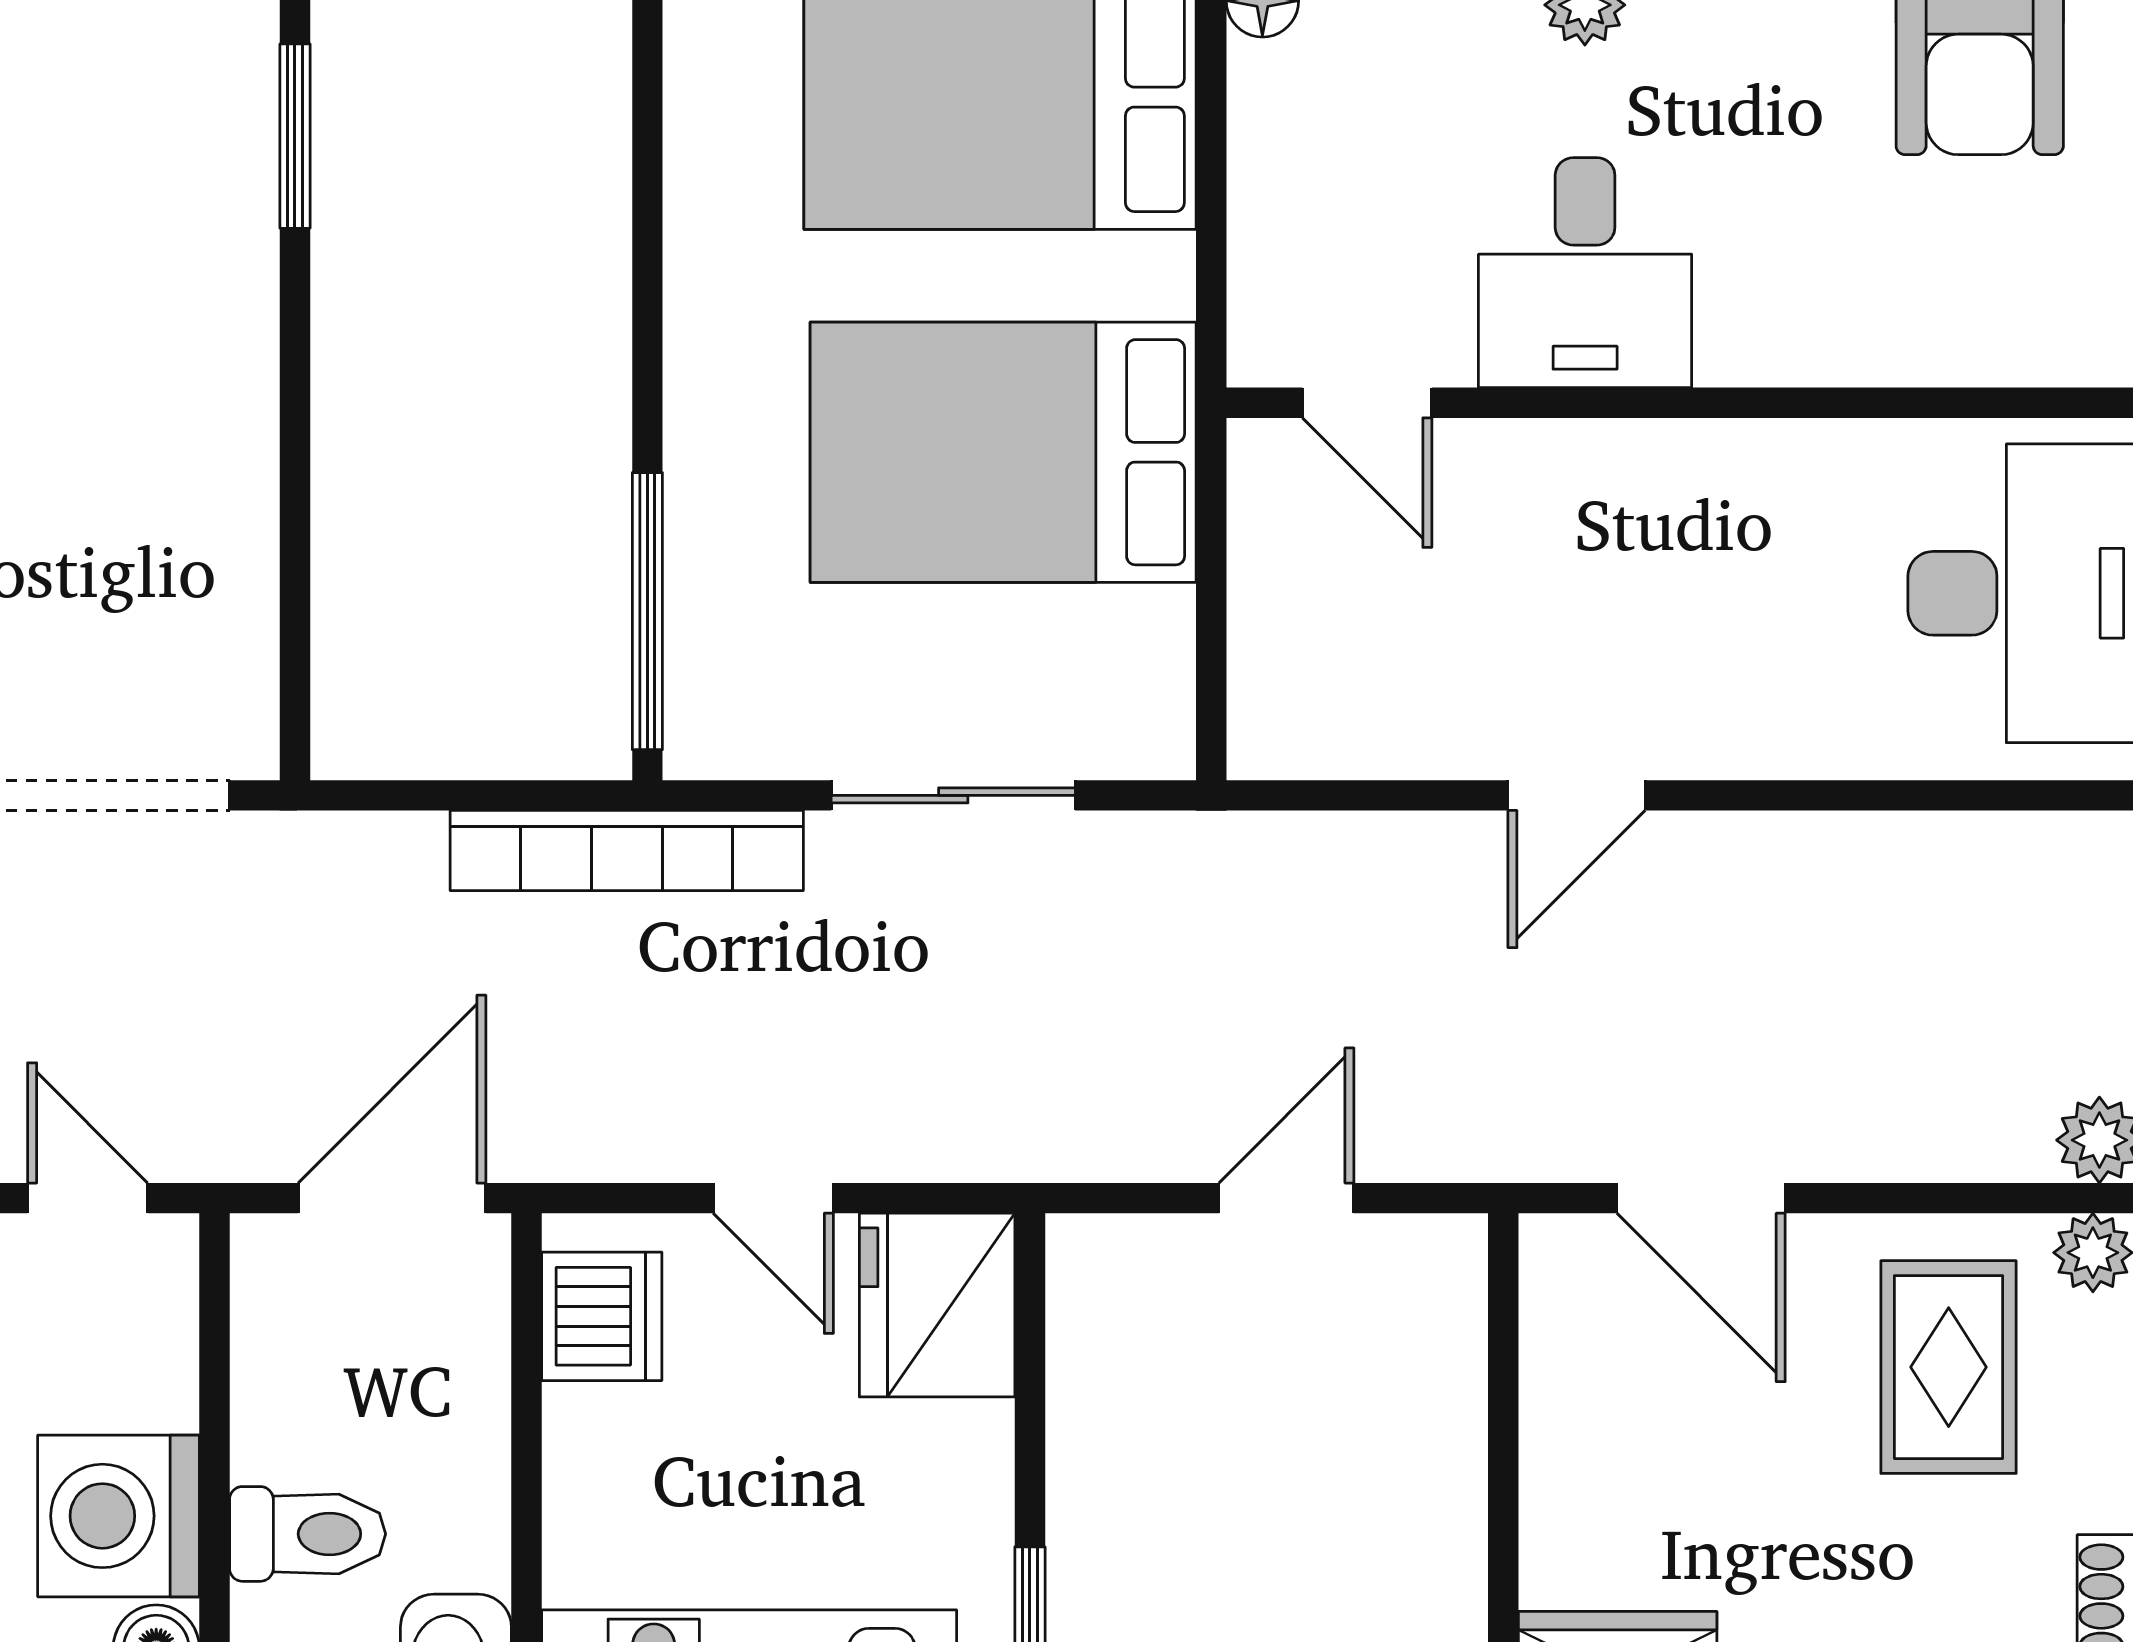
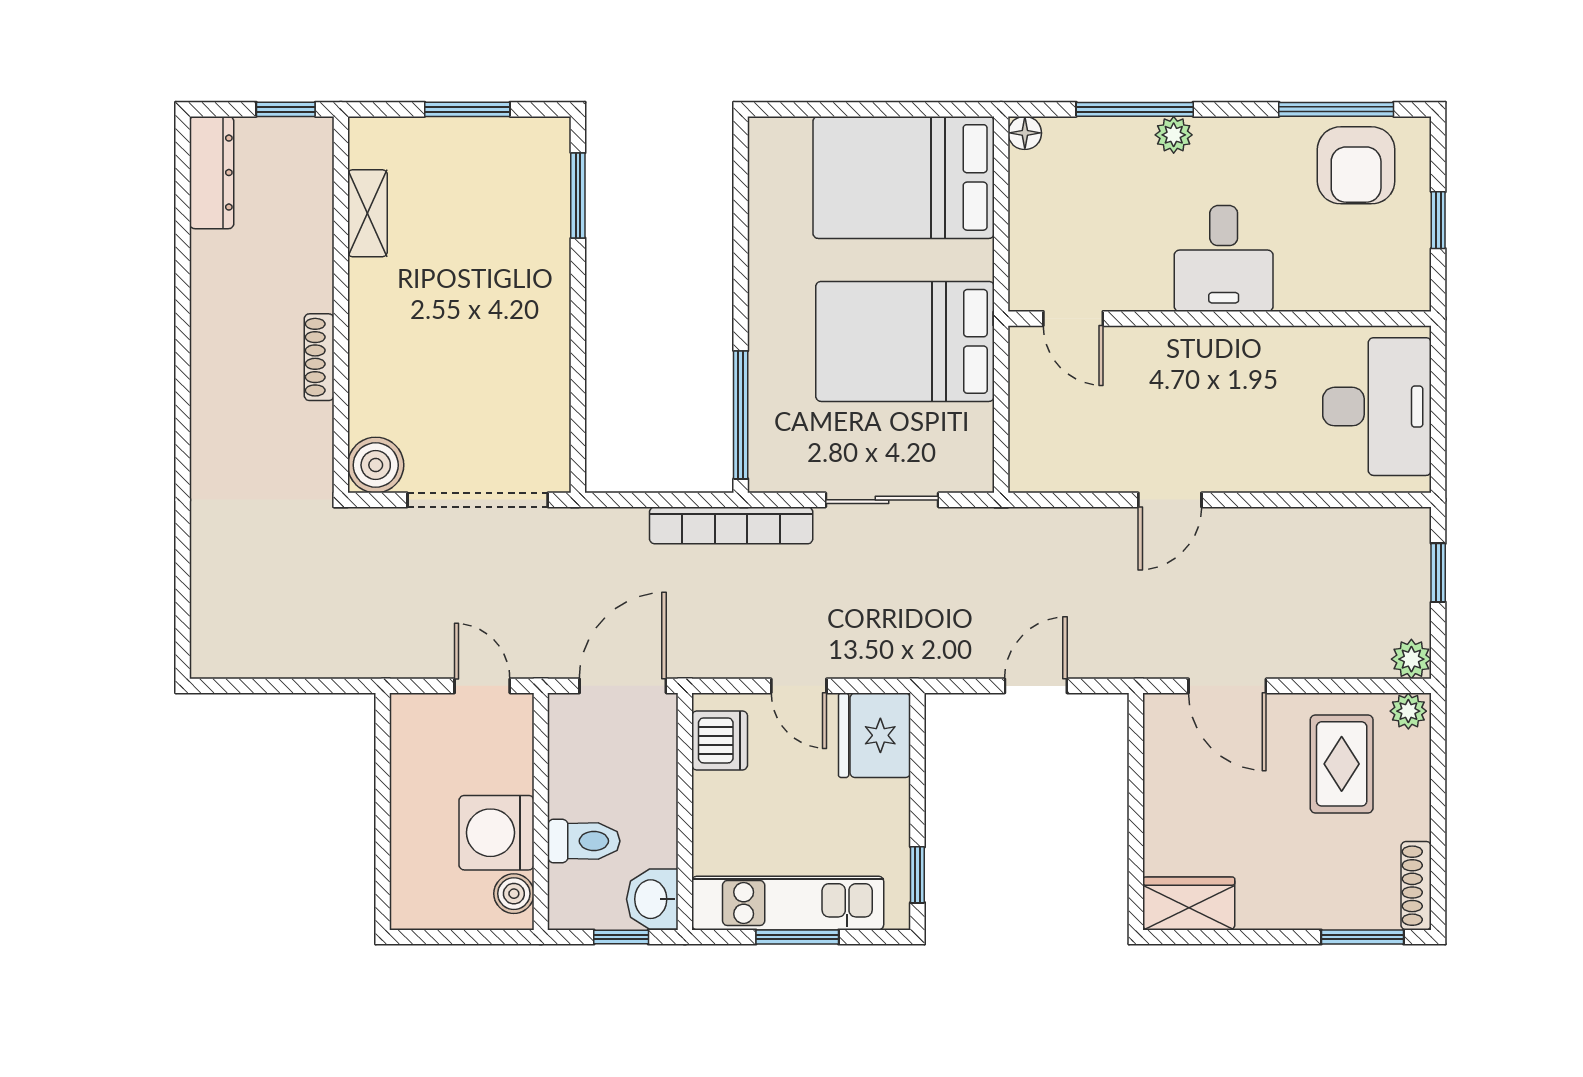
desk: (1585, 273) -> (1224, 258), moved

